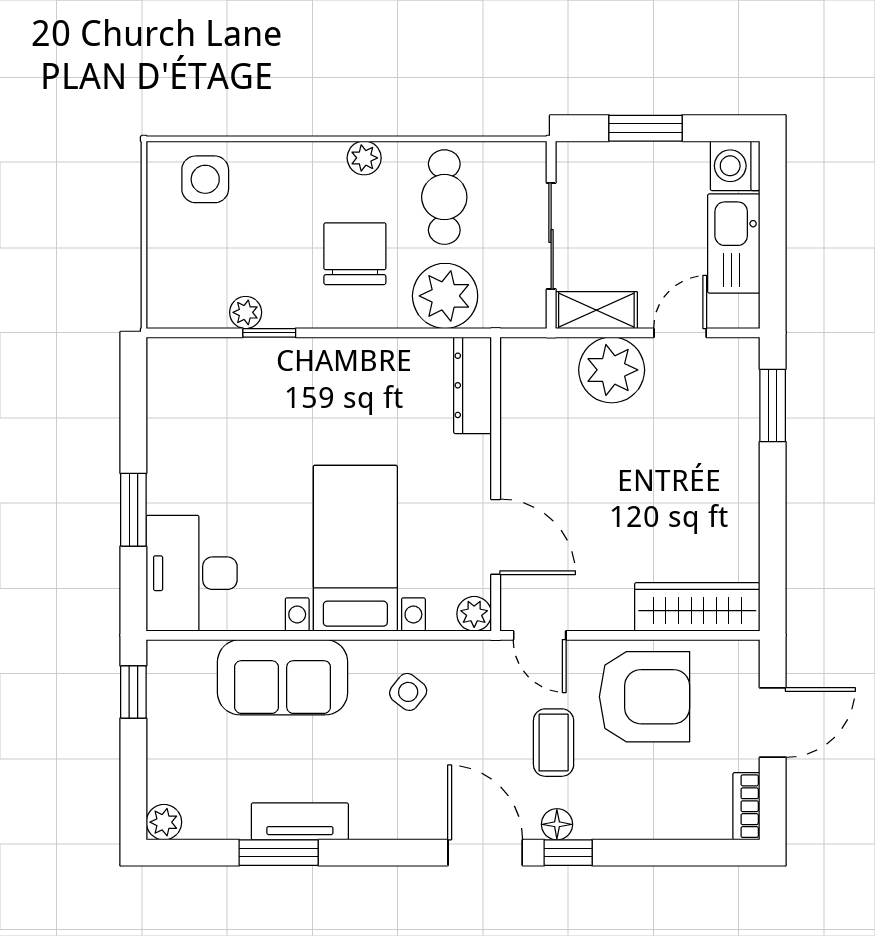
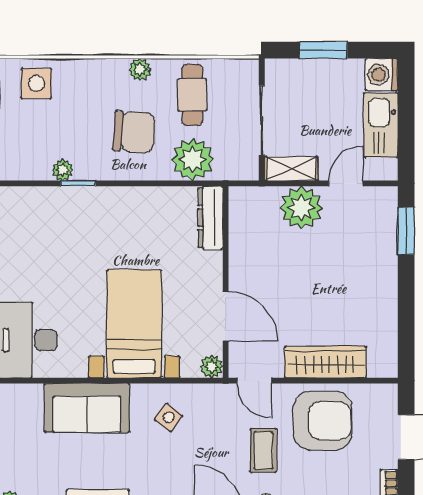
chair: (355, 254) -> (134, 132), turned 94
wardrobe: (697, 607) -> (325, 362), moved

